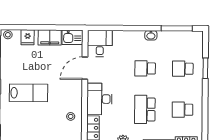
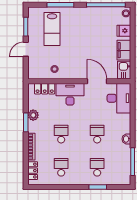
desk: (100, 43) -> (119, 98), width x1.37
lab bench: (29, 93) -> (52, 29), moved
school desk: (145, 109) -> (61, 134), width x0.54

